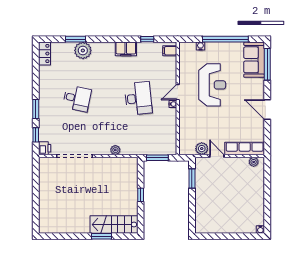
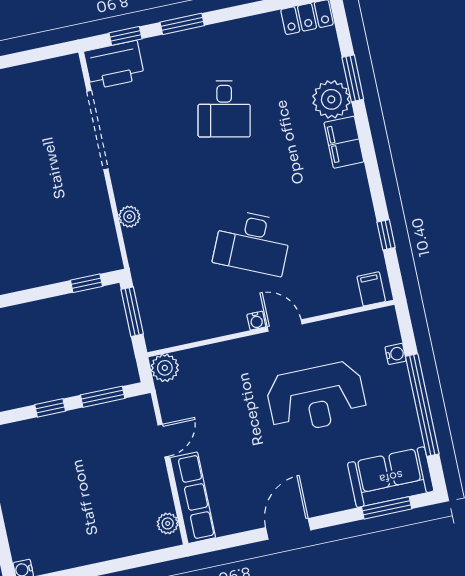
filing cabinet: (126, 49) -> (344, 142), moved
window: (267, 64) -> (387, 508), width x0.69
desk: (138, 98) -> (253, 242), turned 30
printer: (45, 148) -> (114, 65), width x1.87, depth x1.48
plant: (202, 149) -> (165, 368), moved
window: (141, 195) -> (86, 283), moved
window: (192, 203) -> (50, 408), added

